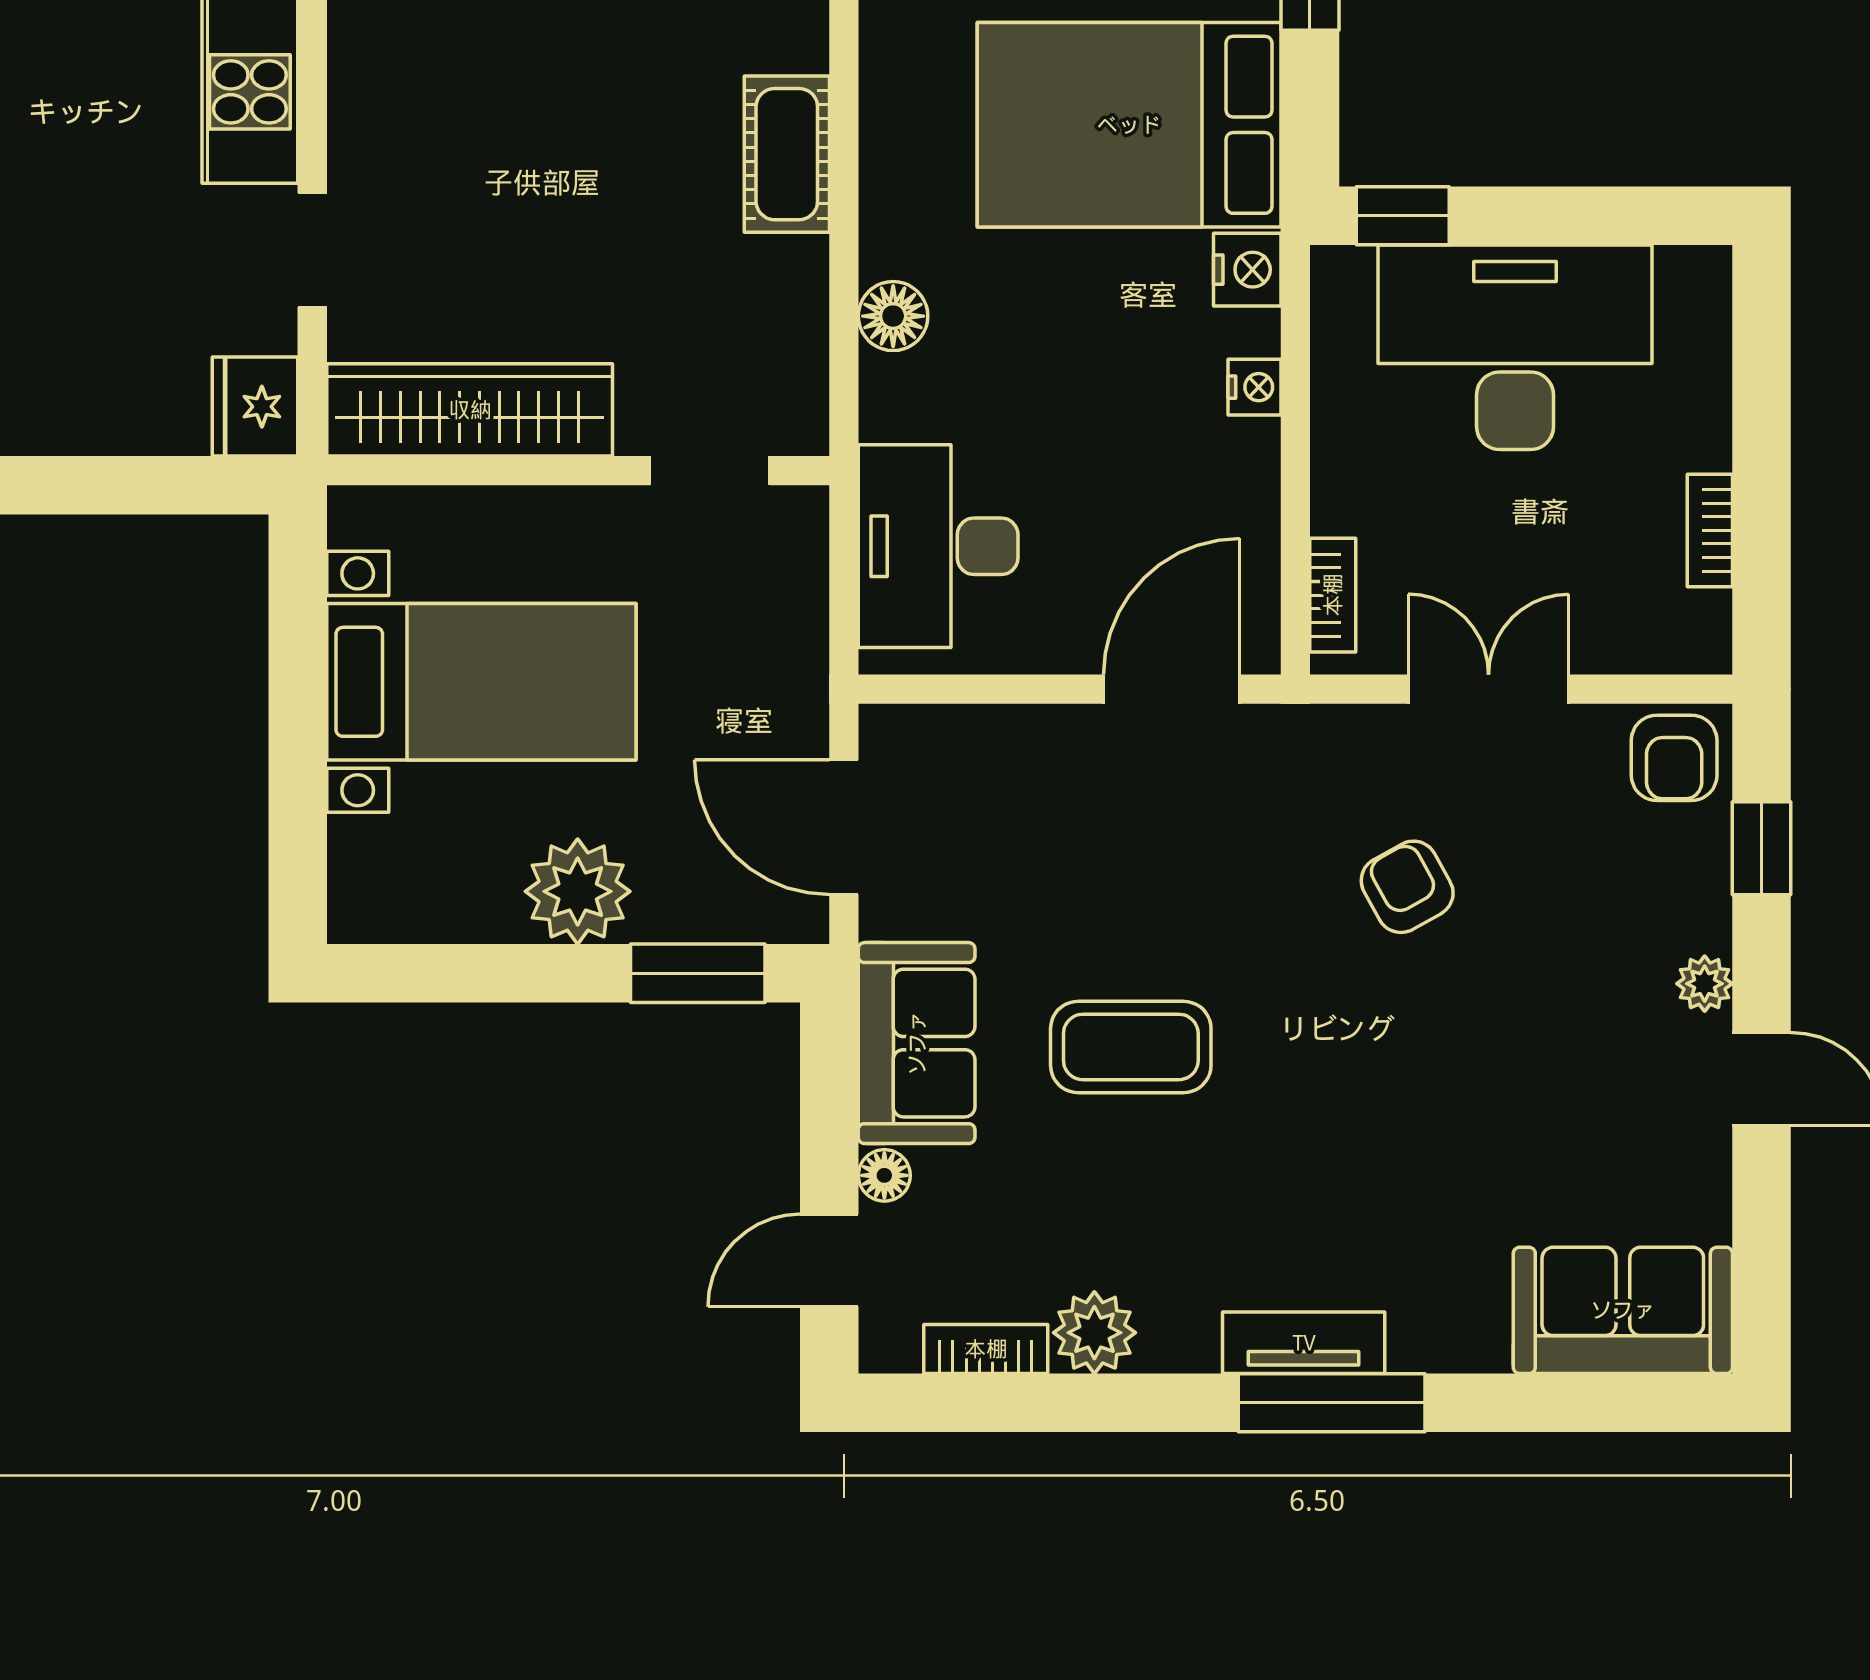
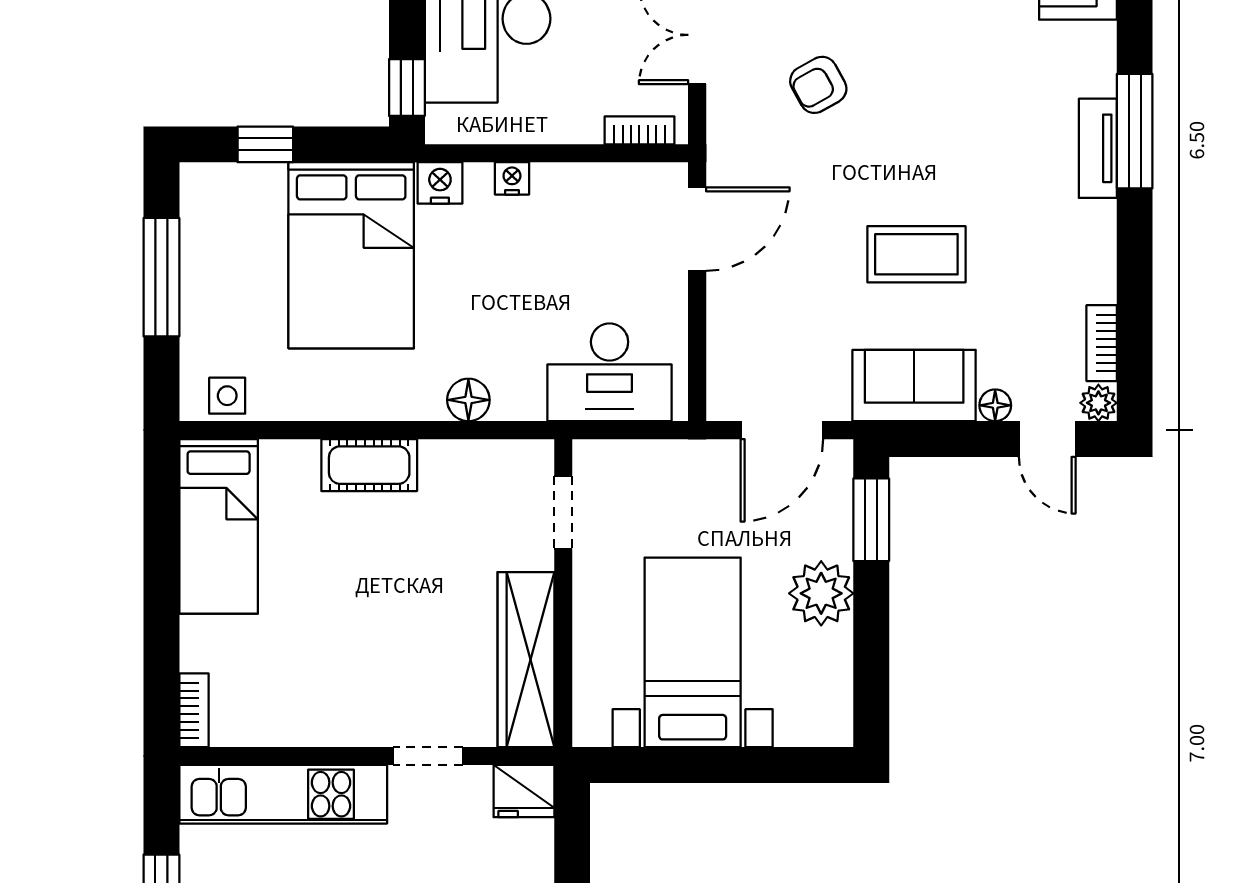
door: (1172, 689) -> (697, 229), swing flipped
coffee table: (1131, 1047) -> (916, 254), turned 90
plant: (1094, 1333) -> (1098, 403), moved, width x0.73, depth x0.73

